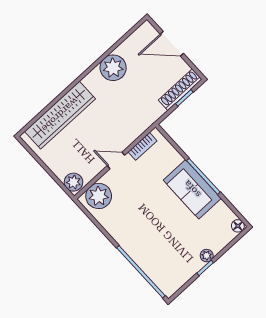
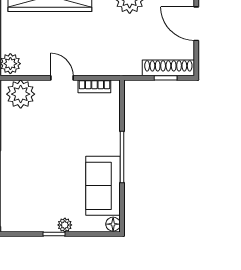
sofa: (192, 189) -> (103, 186), moved

